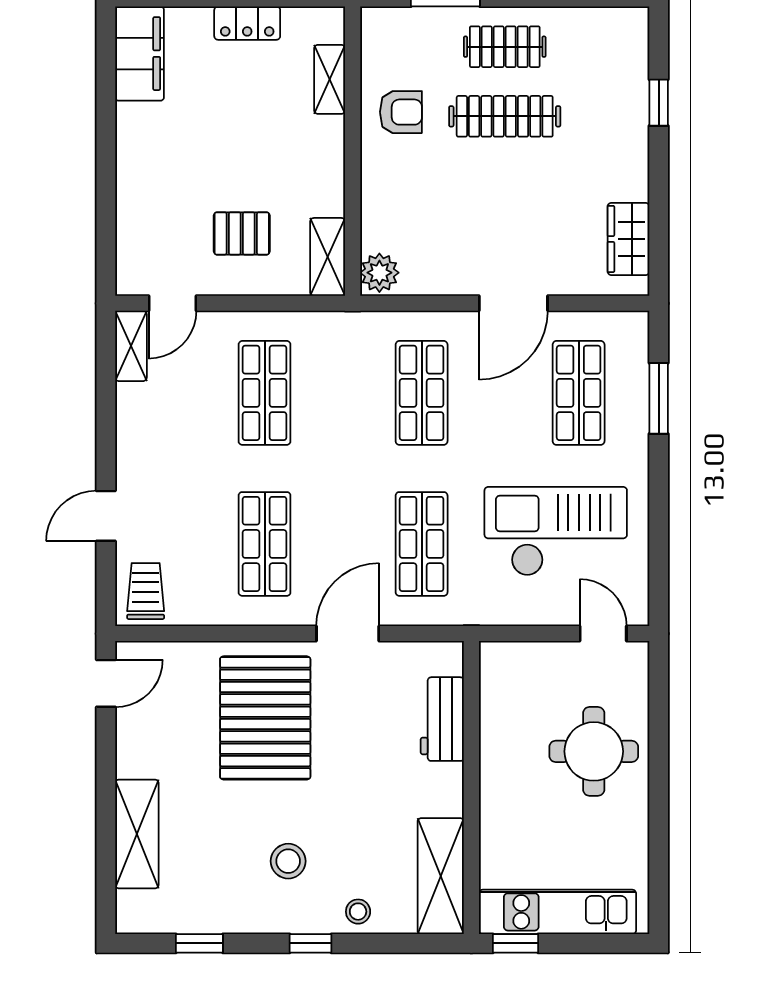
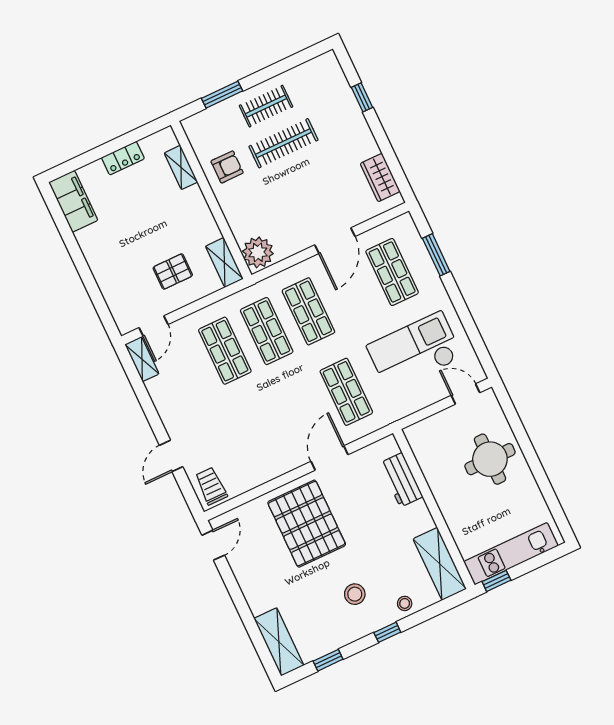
plant: (379, 273) -> (258, 252), width x1.36, depth x1.36
shop shelf: (265, 544) -> (267, 331), moved
shelving: (137, 834) -> (279, 642), moved

